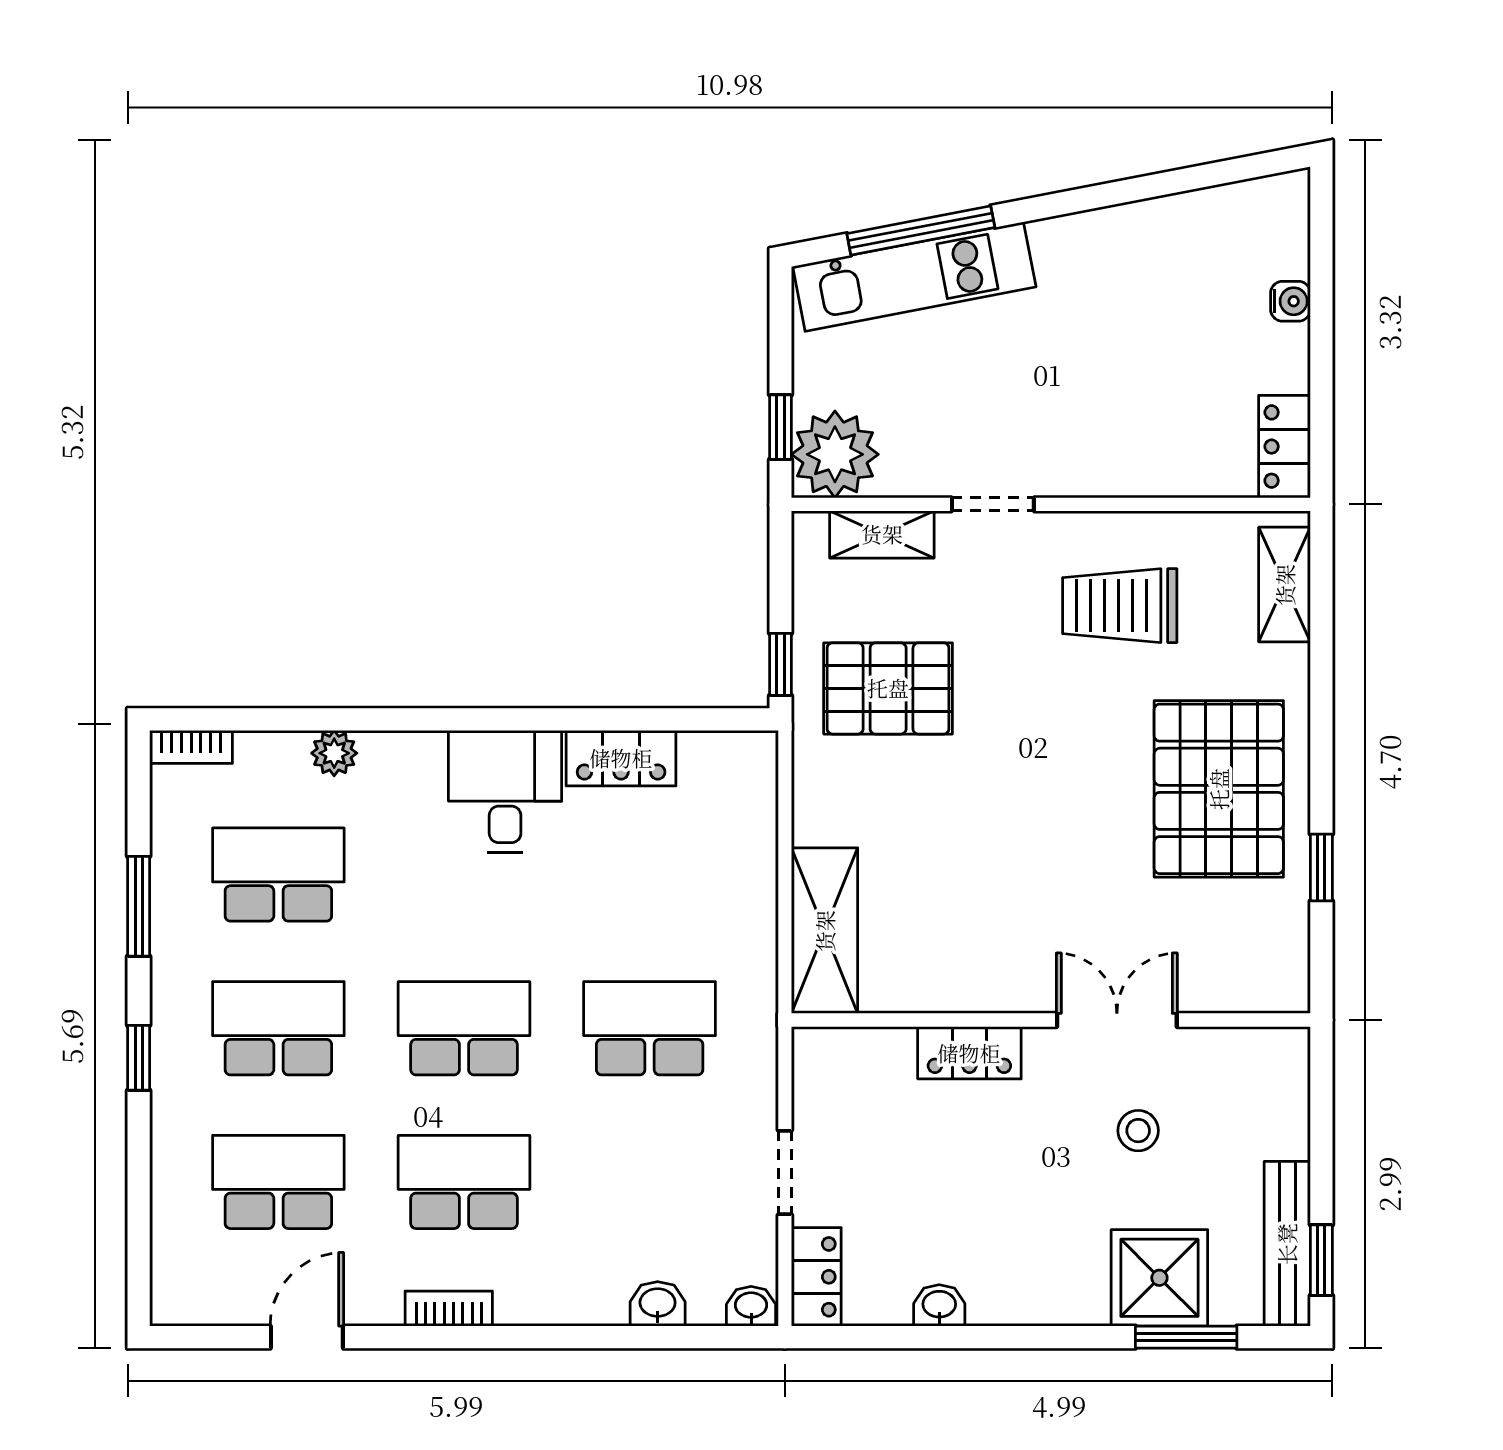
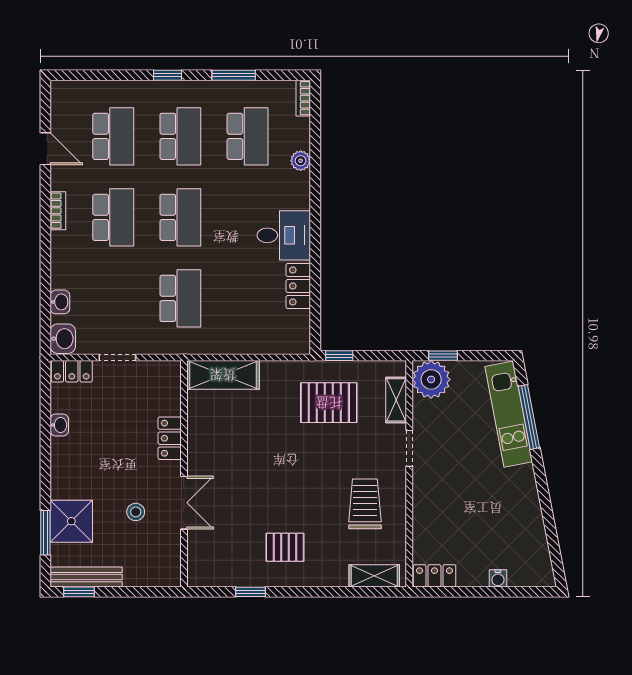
pallet: (888, 688) -> (329, 403), turned 90
pallet: (1219, 789) -> (285, 547), width x0.49, depth x0.50
washbasin: (751, 1306) -> (63, 339), width x1.38, depth x1.45

